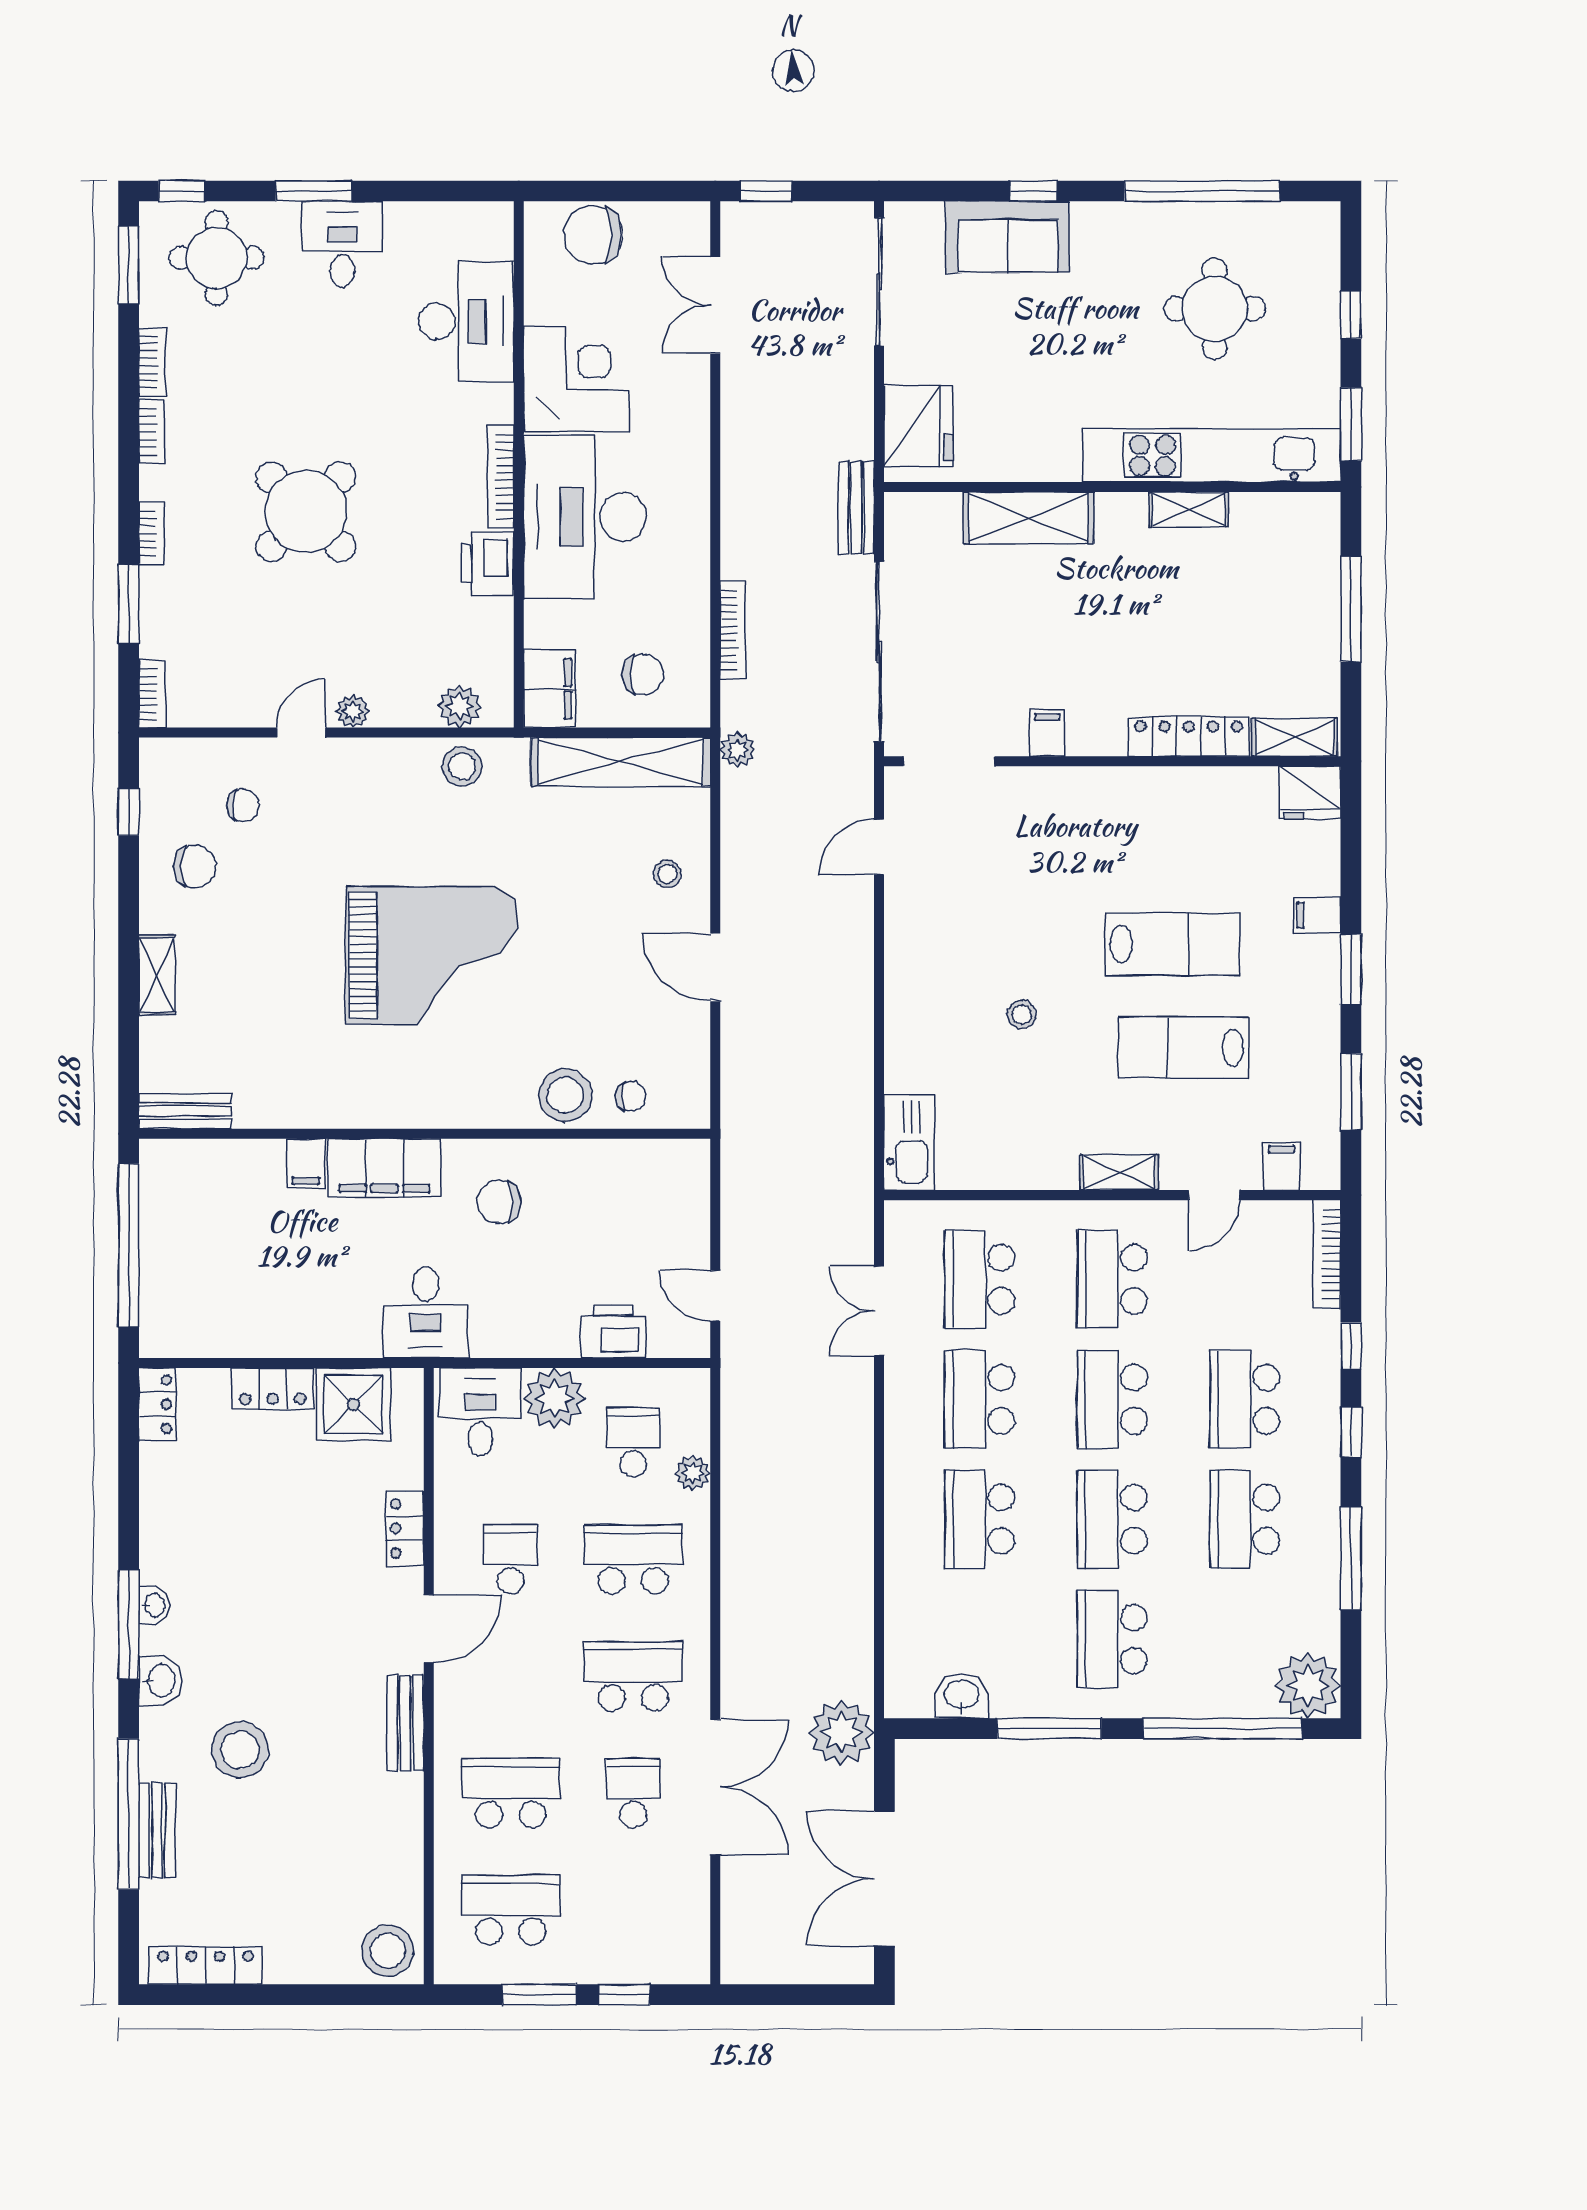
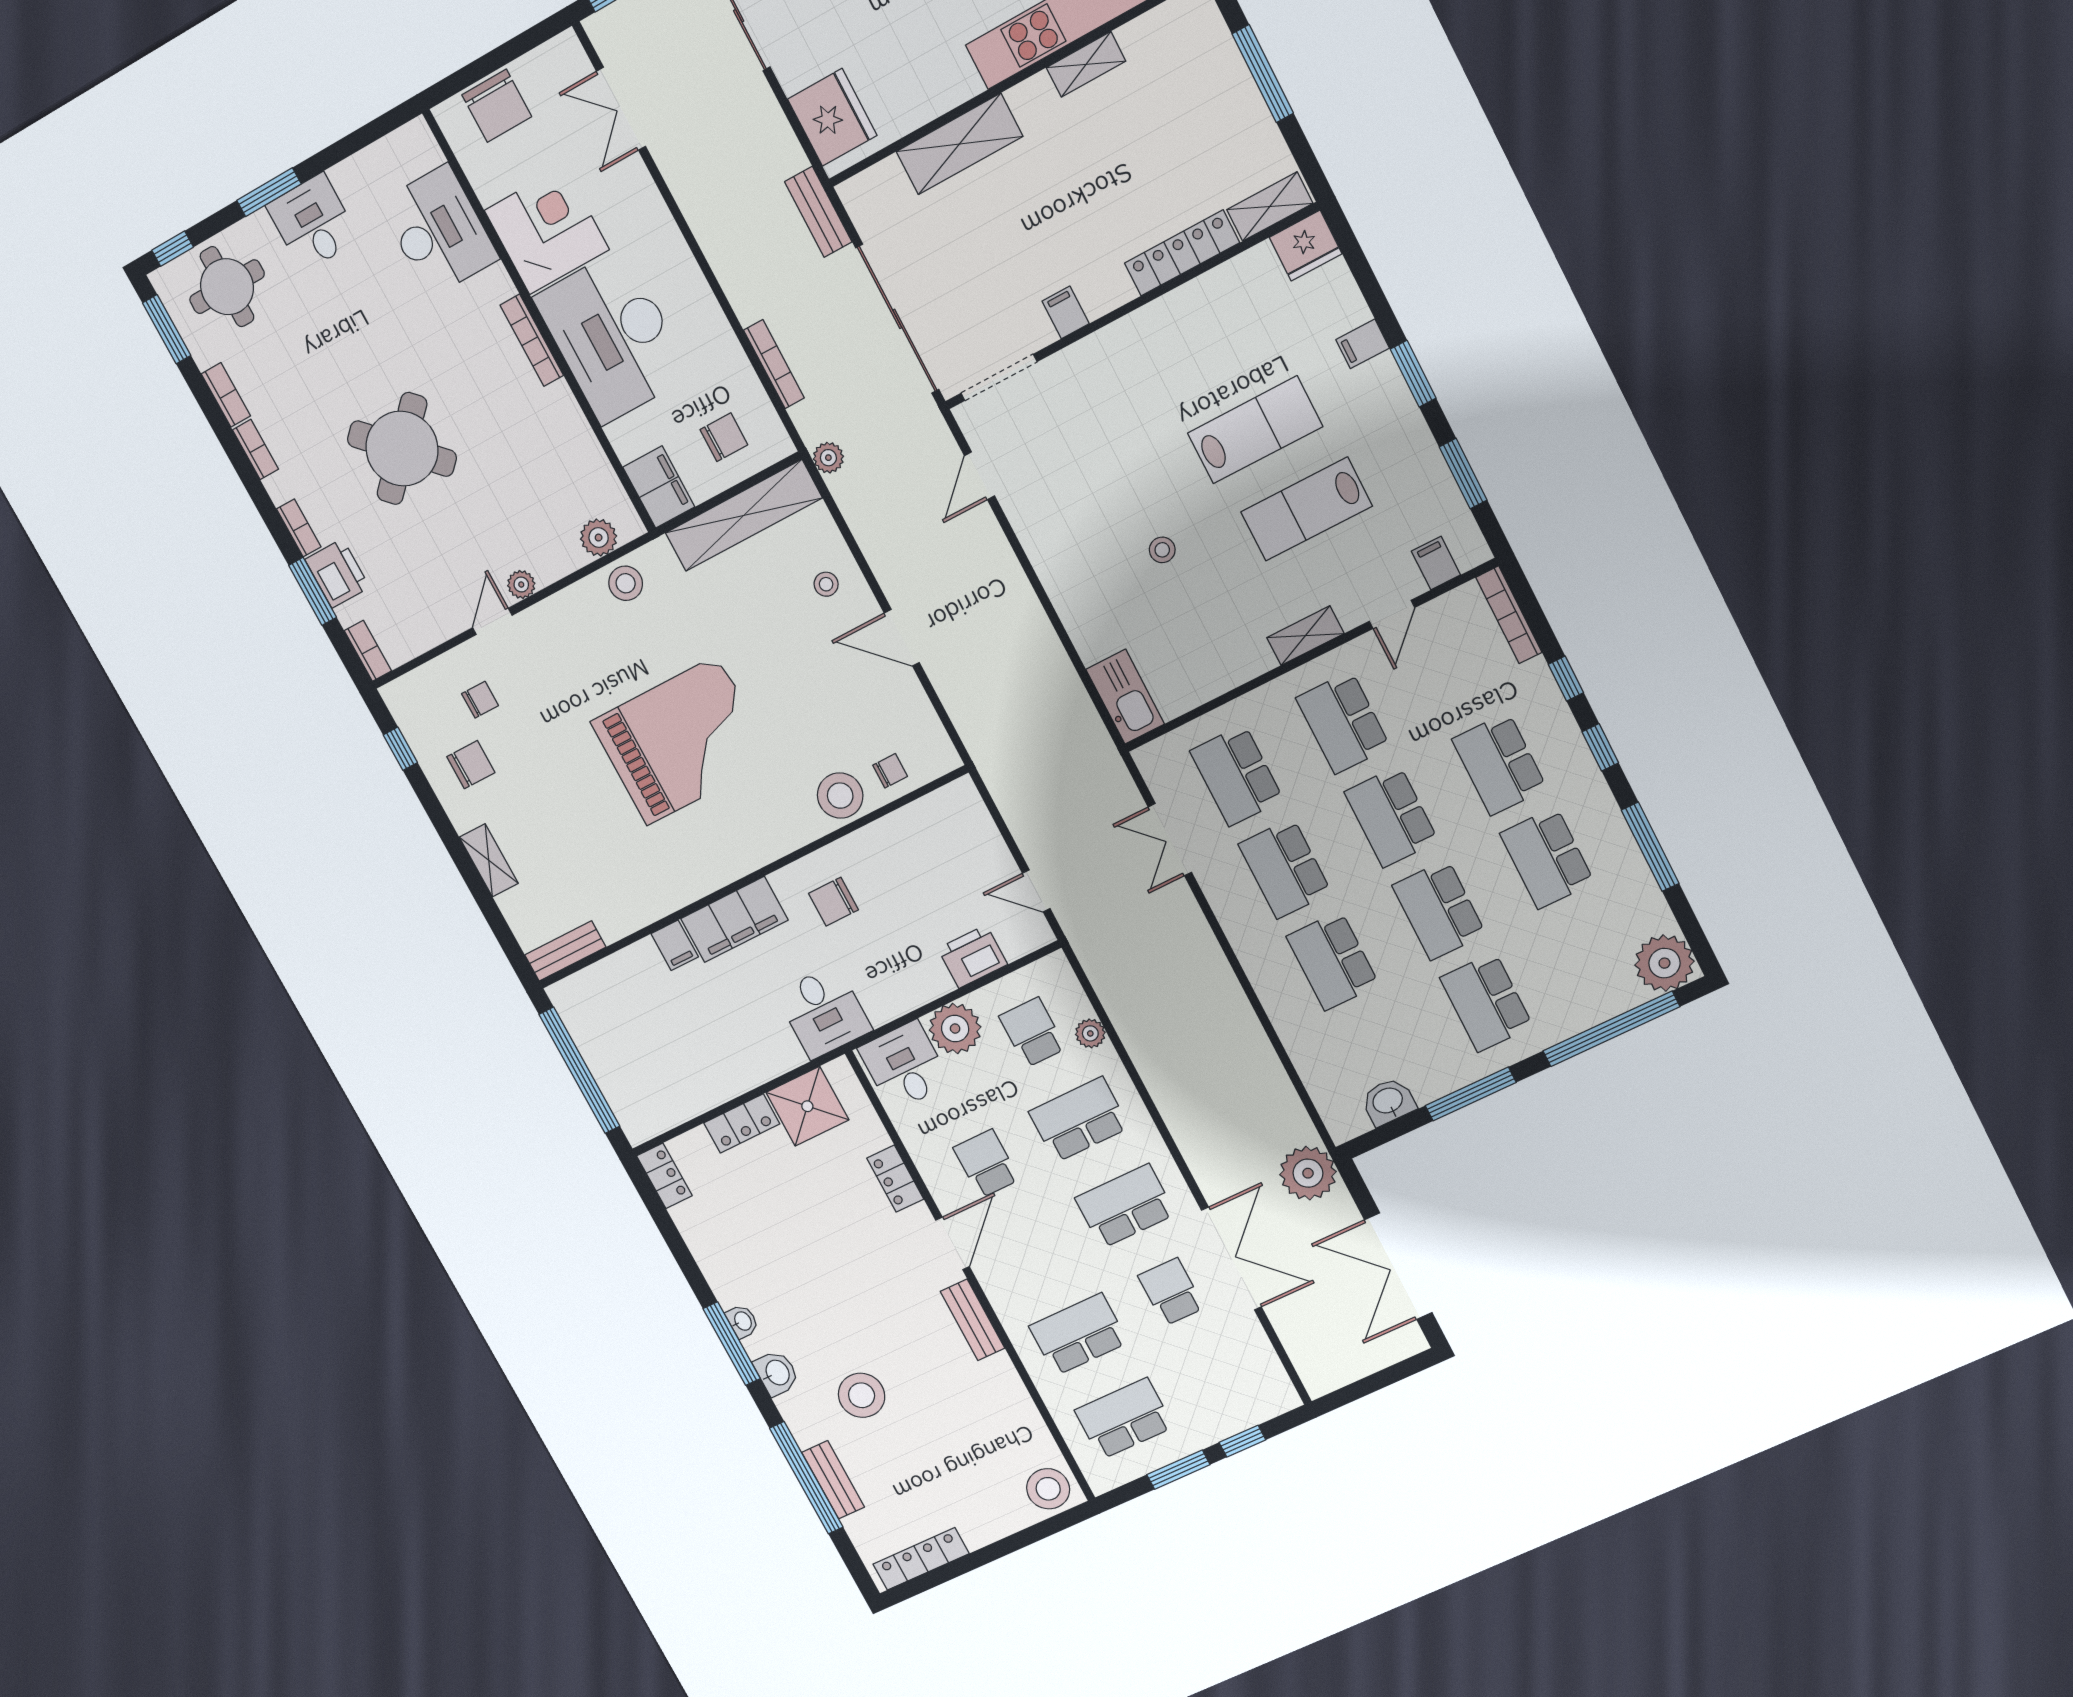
chair: (593, 235) -> (497, 106), turned -90
printer: (487, 563) -> (337, 573), moved, turned 180

